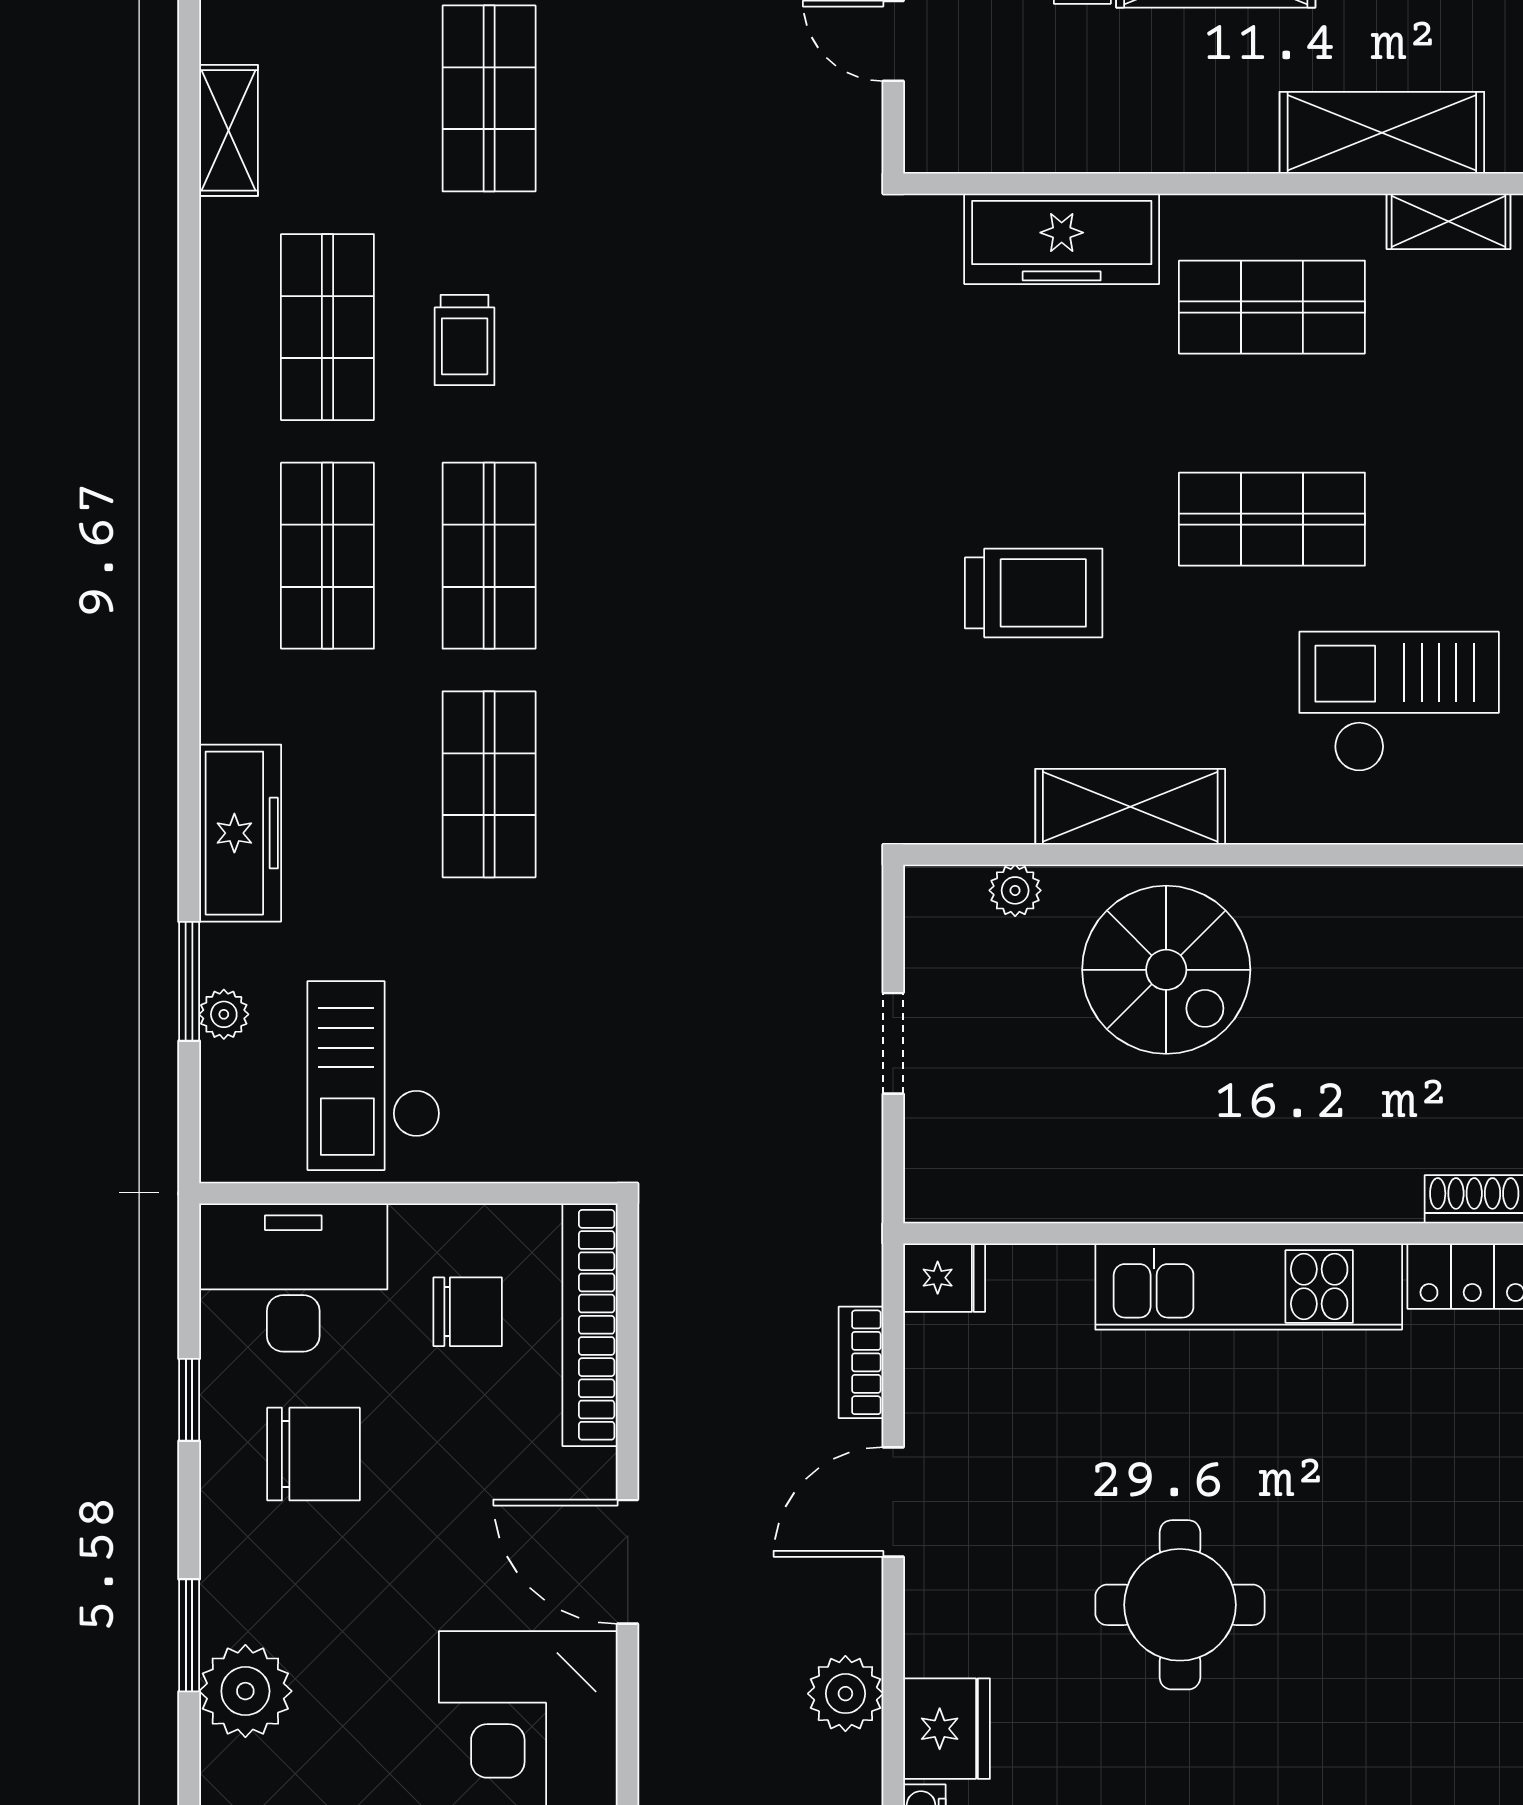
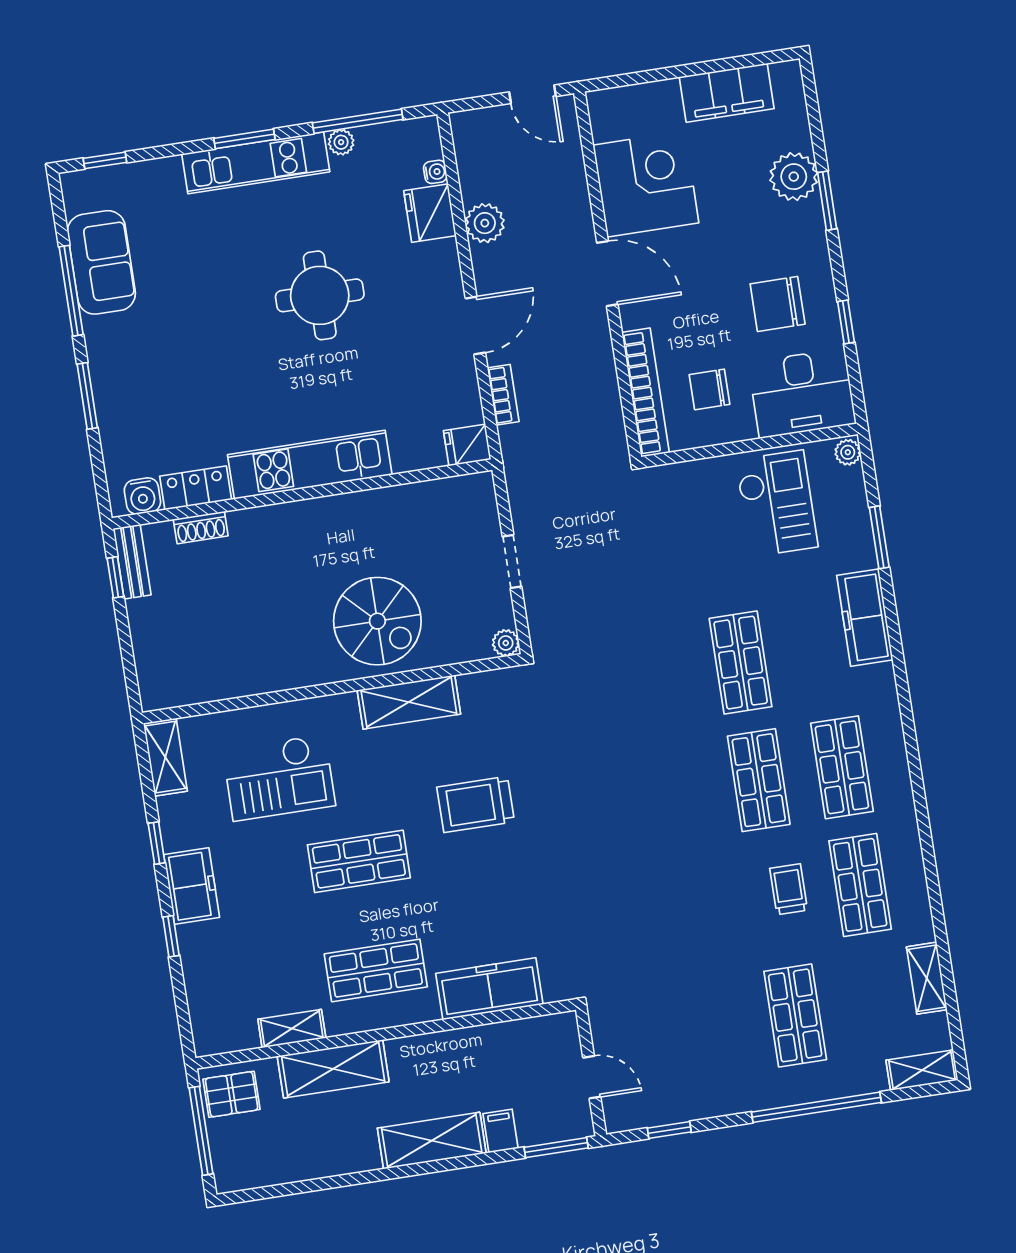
plant: (1015, 890) -> (506, 643), moved
spiral stairs: (1166, 970) -> (377, 621), turned 180
plant: (224, 1014) -> (848, 452), moved

